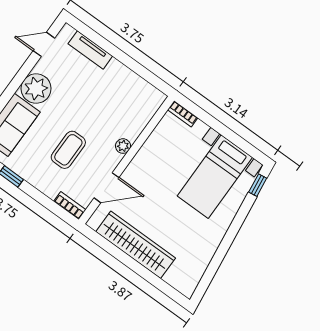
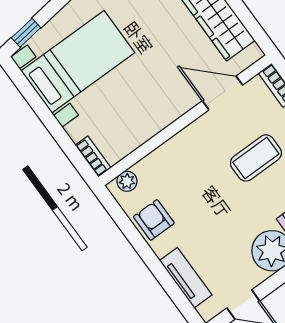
armchair: (126, 83) -> (154, 220), added
plant: (123, 146) -> (127, 181), moved

